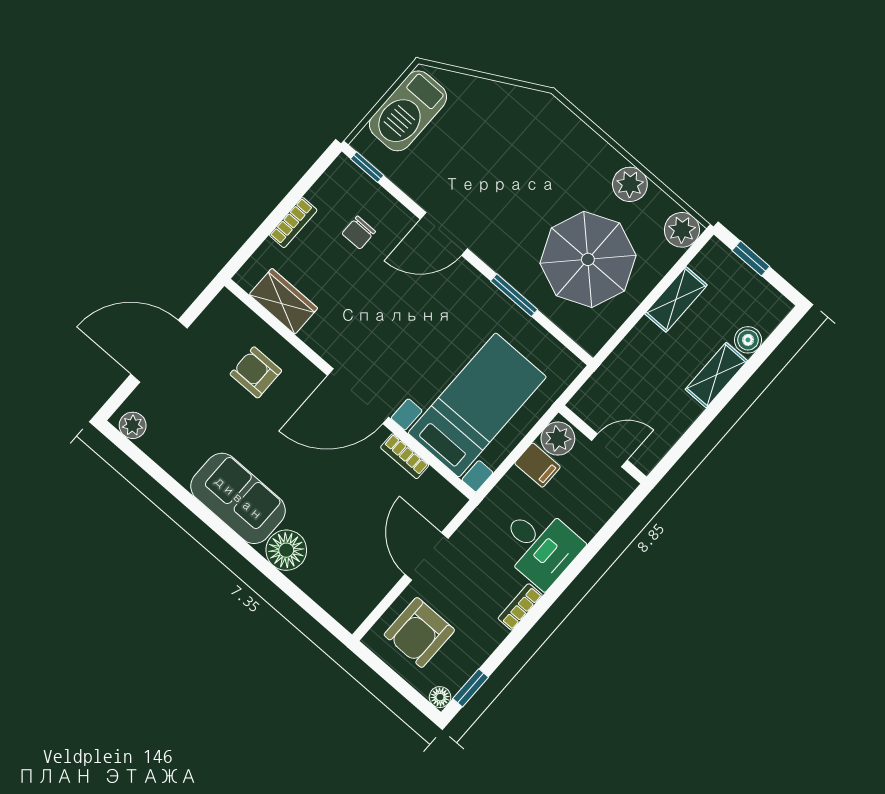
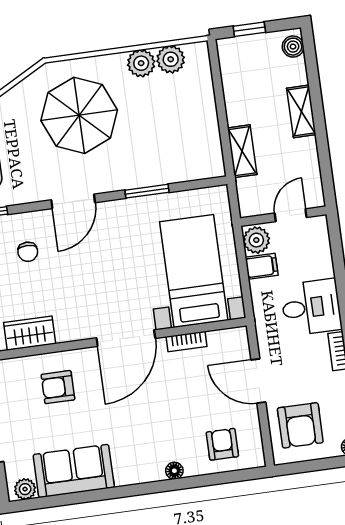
plant: (682, 230) -> (171, 59), moved
parasol: (588, 259) -> (79, 115), moved
shelving: (676, 299) -> (242, 151), moved
boiler: (748, 340) -> (293, 47), moved
sofa: (238, 498) -> (74, 471), moved
floor lamp: (286, 550) -> (174, 471), width x0.53, depth x0.53
armchair: (337, 575) -> (222, 444), added

